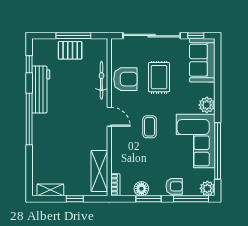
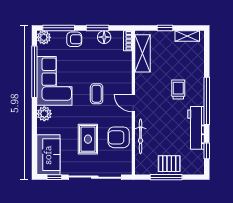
trolley: (60, 131) -> (178, 90), added
armchair: (174, 186) -> (74, 39), turned 180

